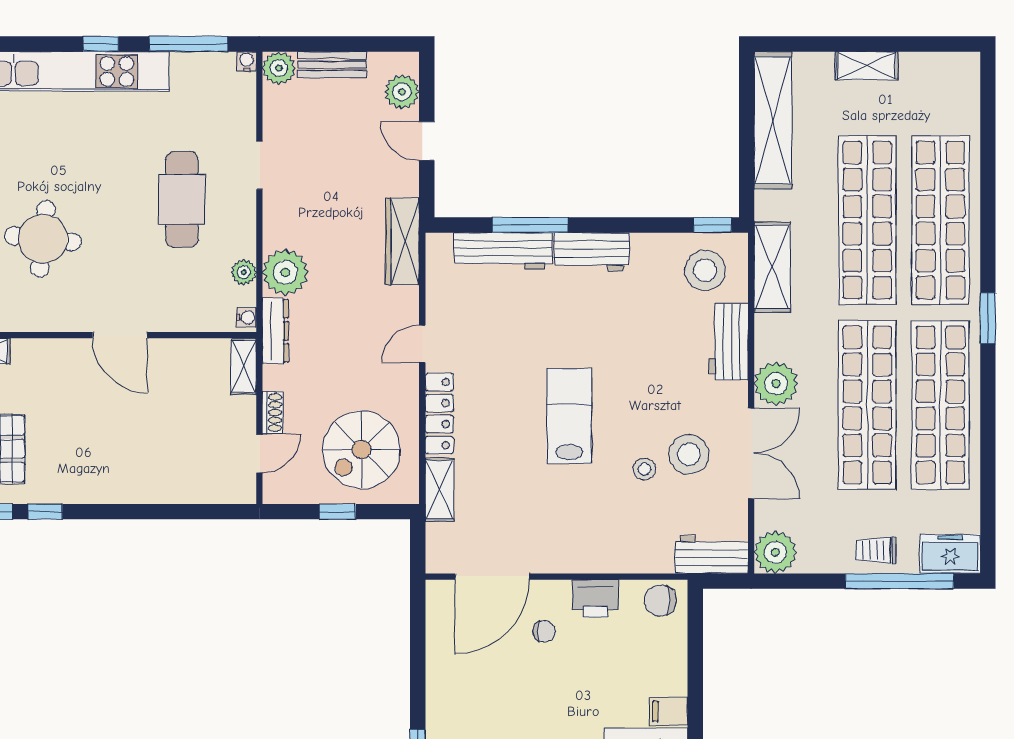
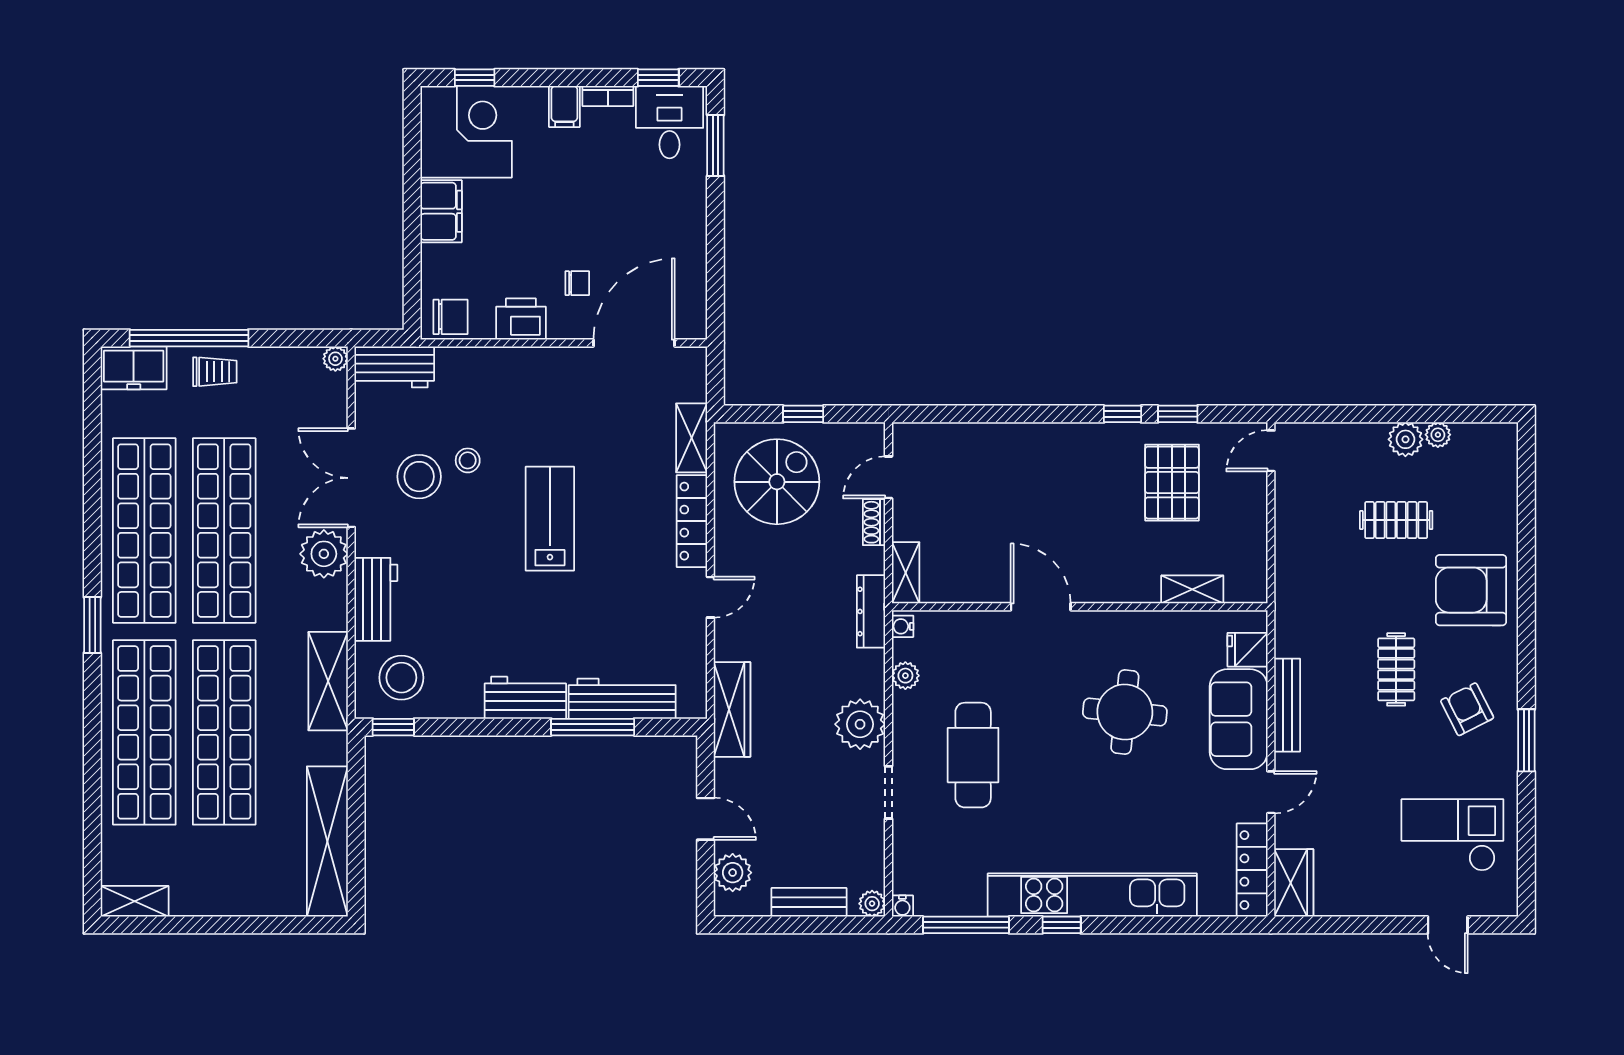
shelving: (867, 66) -> (135, 901), moved
plant: (279, 68) -> (872, 904), width x0.73, depth x0.73
plant: (285, 272) -> (860, 724), moved
lab bench: (569, 416) -> (550, 519), turned 180
plant: (775, 552) -> (335, 359), width x0.53, depth x0.53
chair: (544, 631) -> (577, 283), turned 180
filing cabinet: (669, 711) -> (441, 211), width x2.00

